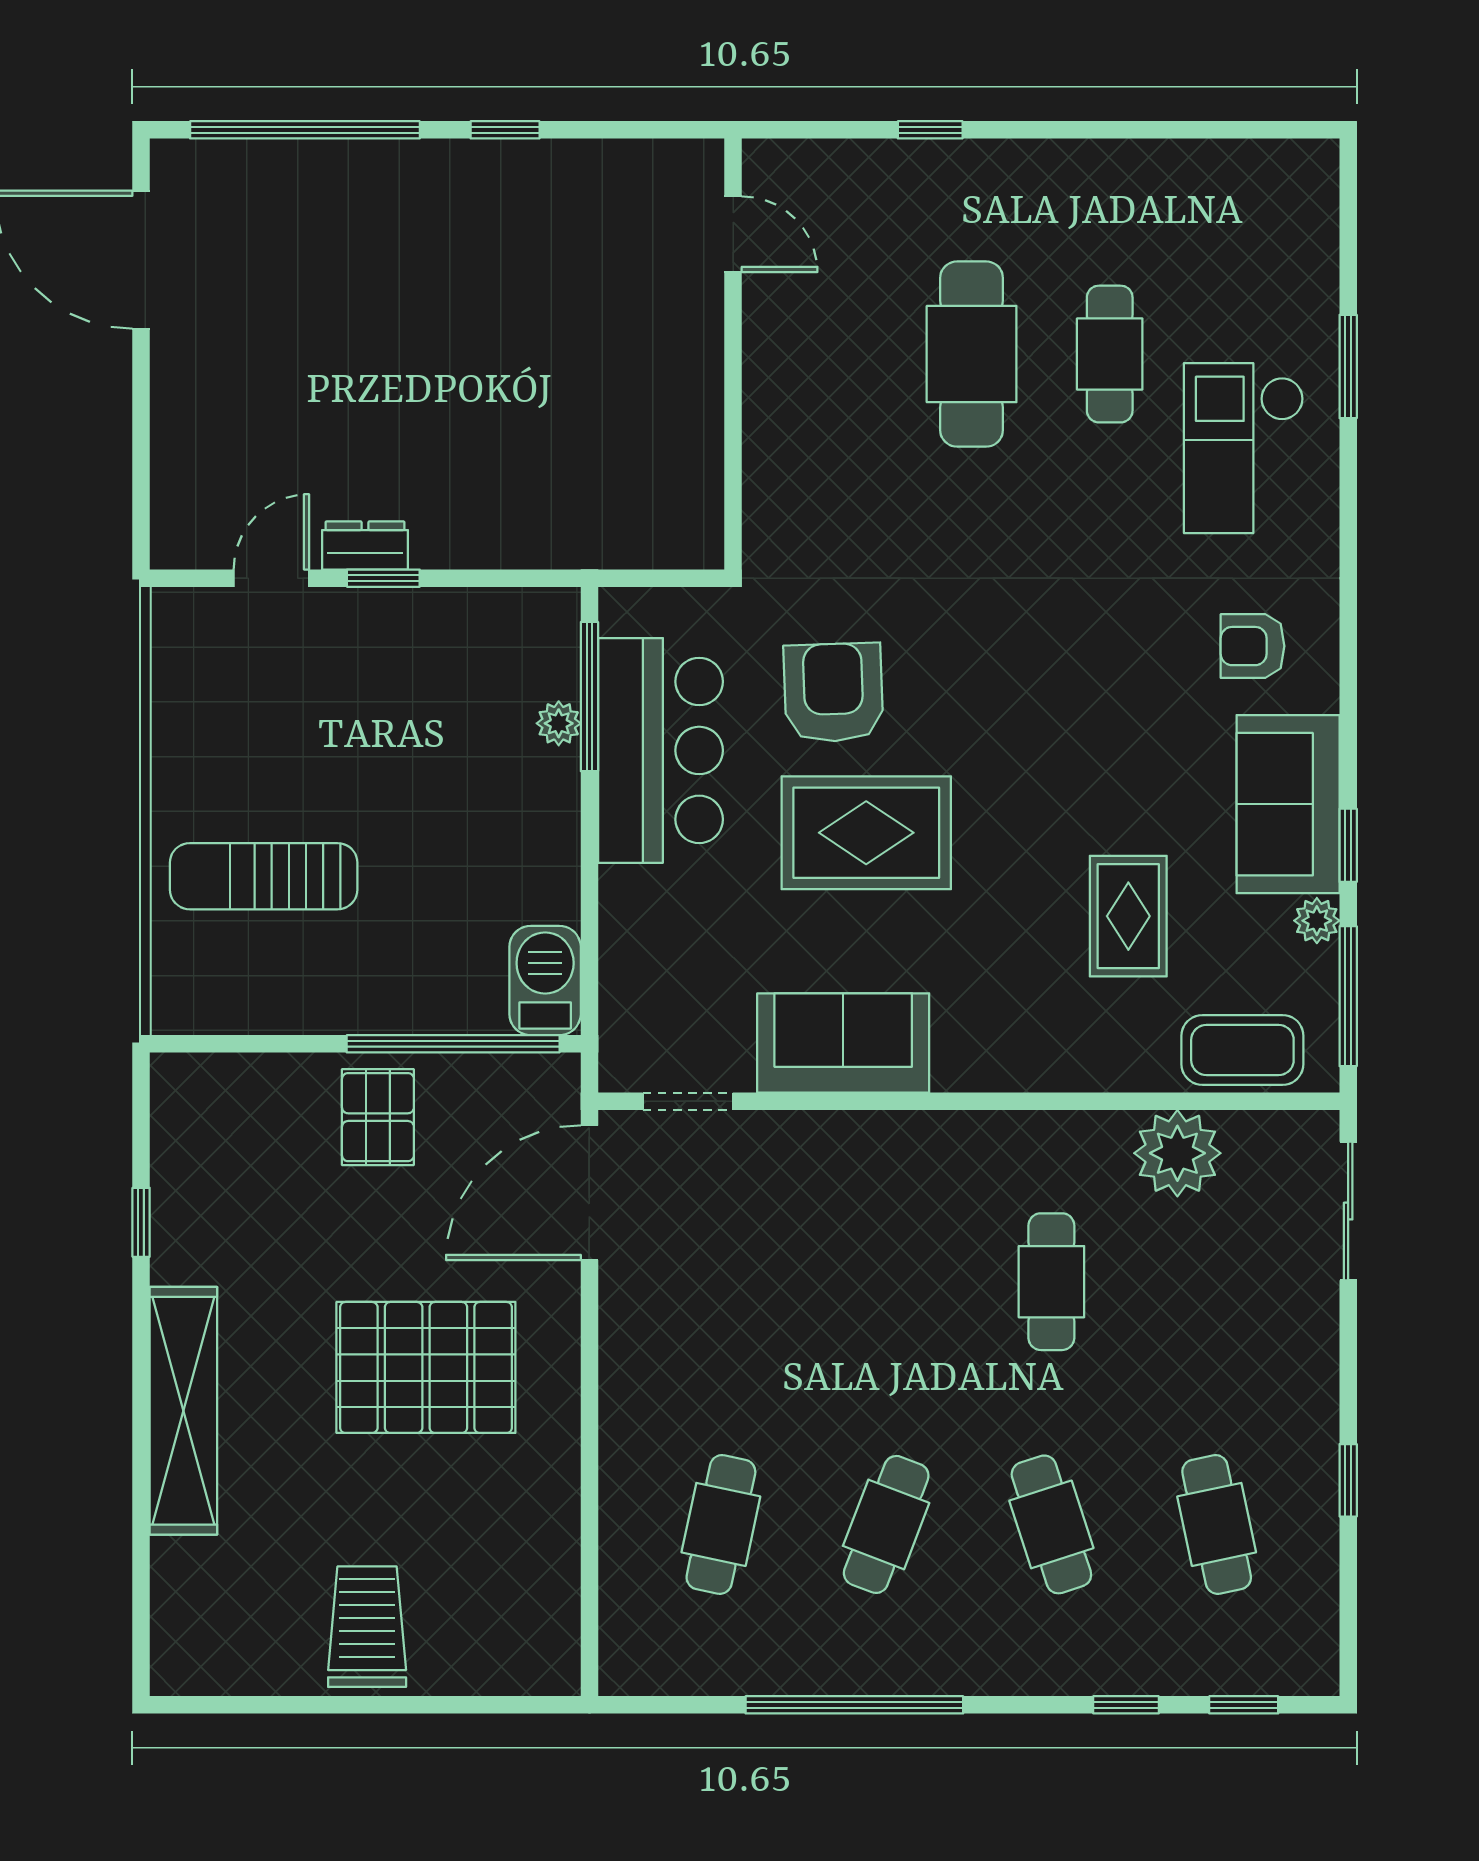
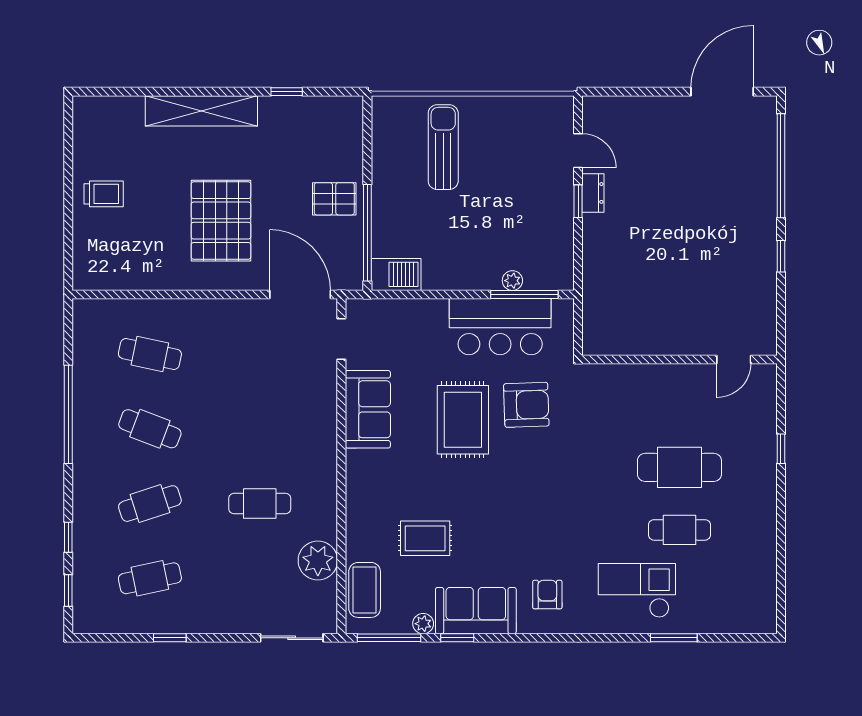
trolley: (367, 1627) -> (104, 194), width x0.73, depth x0.72

